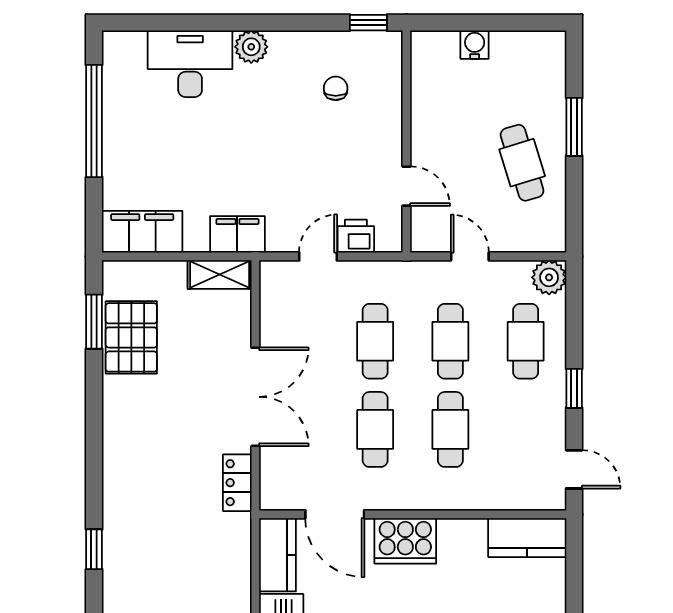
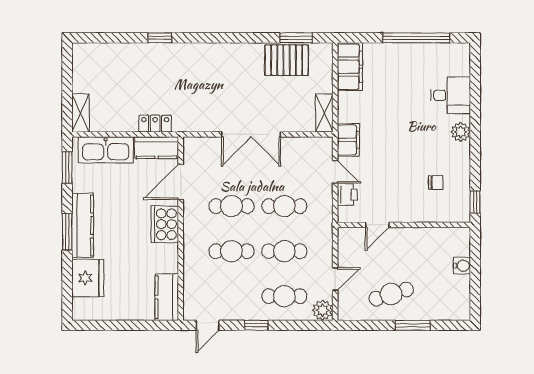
desk: (190, 64) -> (450, 95), width x0.73
filing cabinet: (237, 234) -> (348, 140), moved
door: (470, 256) -> (335, 279), moved
locker: (237, 483) -> (155, 124), moved

